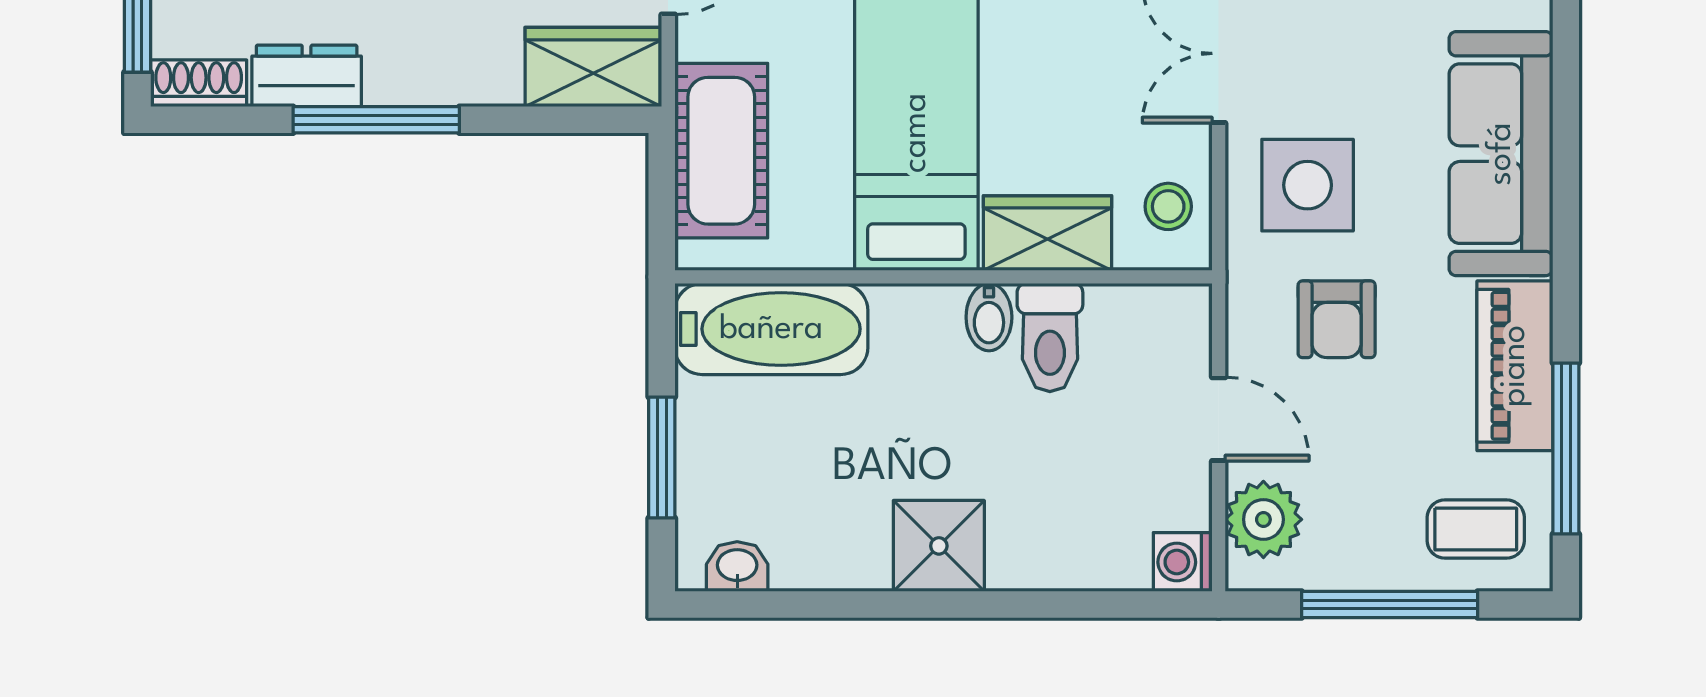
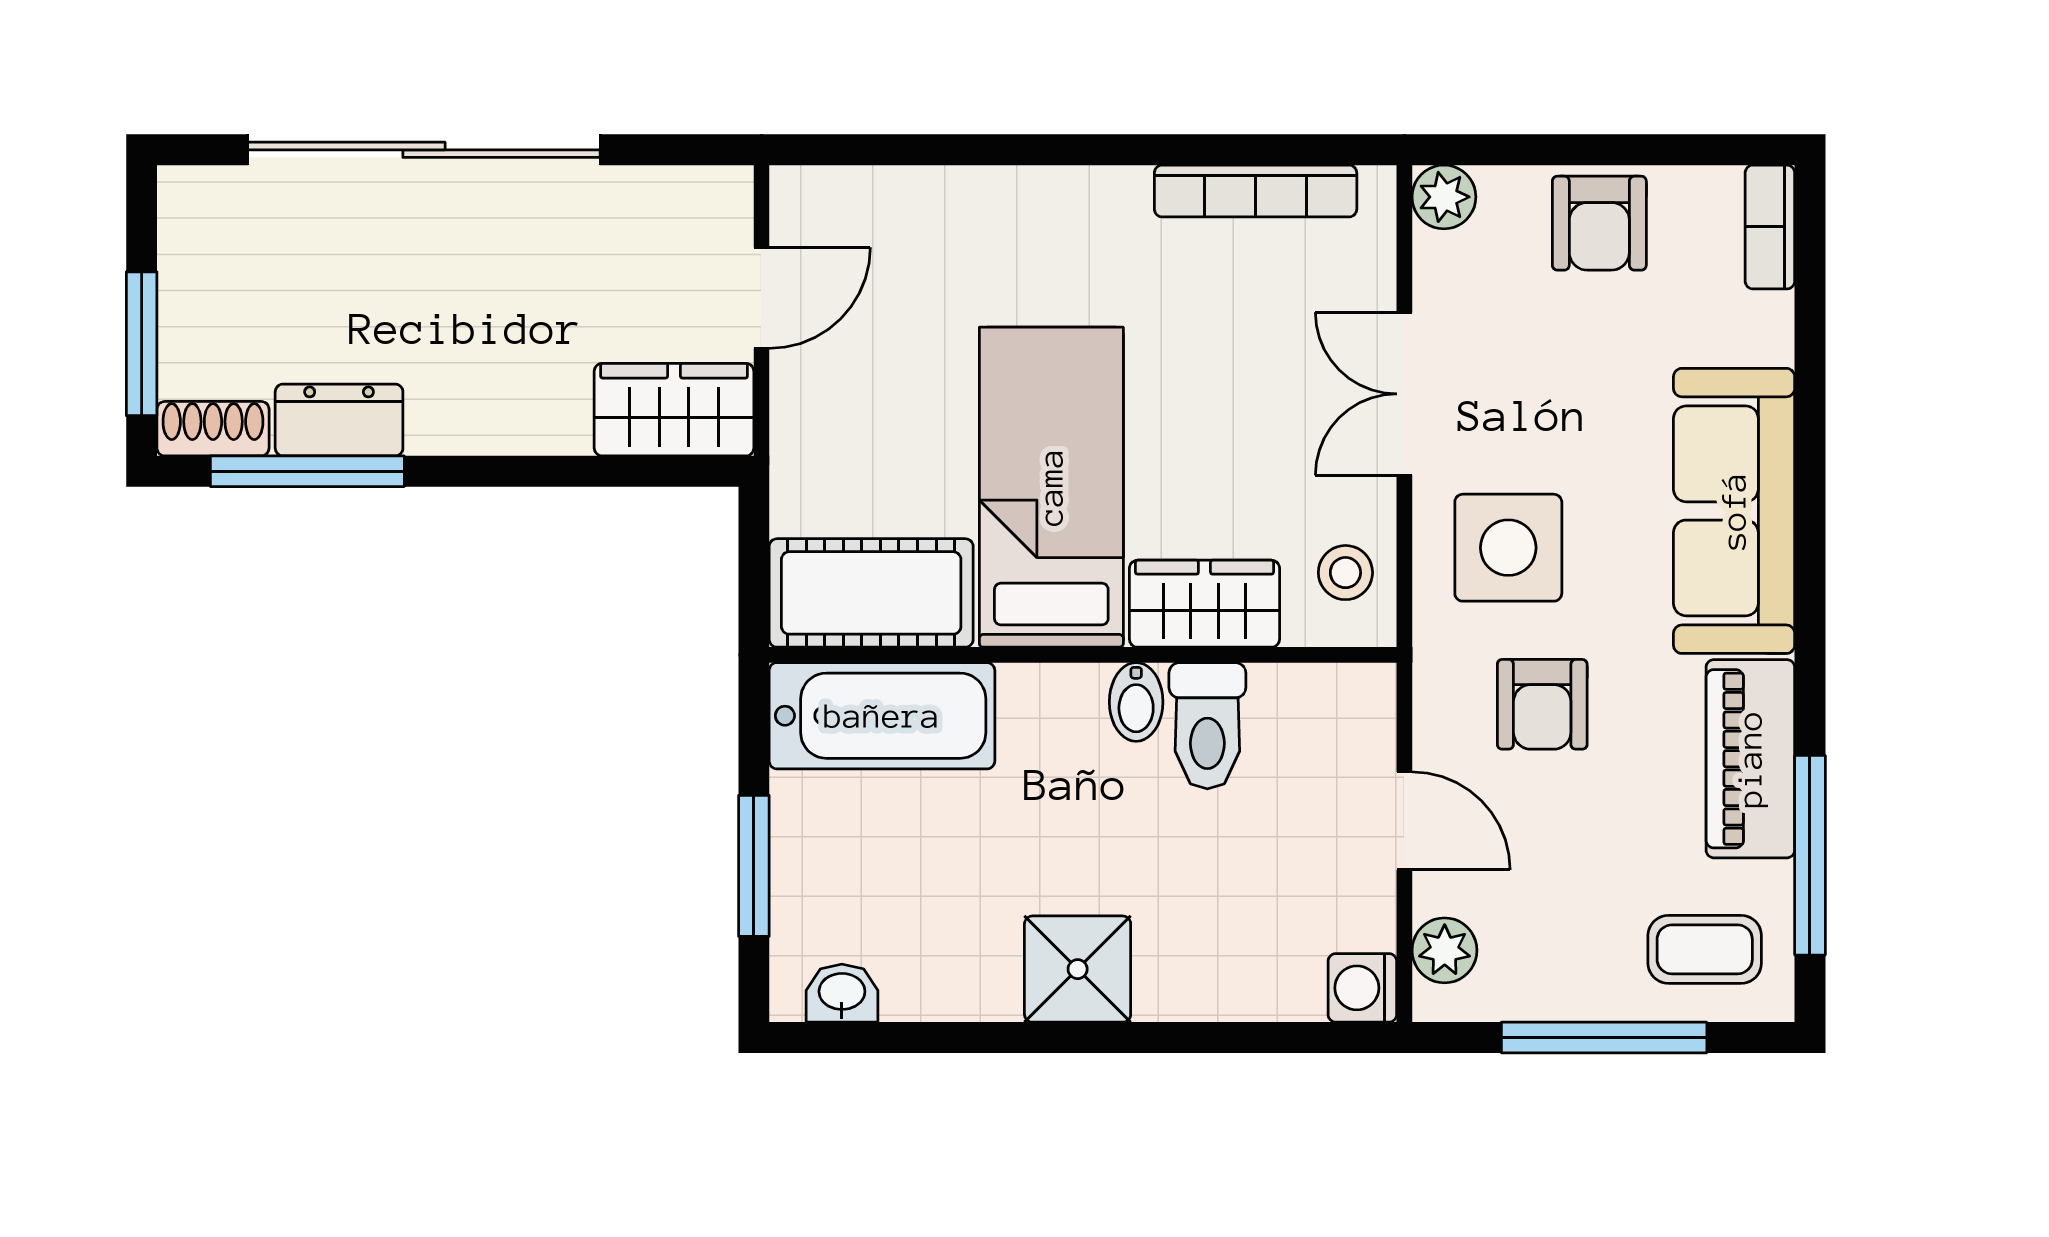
window: (376, 120) -> (307, 471), moved
cot: (721, 151) -> (871, 593), moved, turned 90
plant: (1263, 519) -> (1445, 950), width x0.73, depth x0.73

